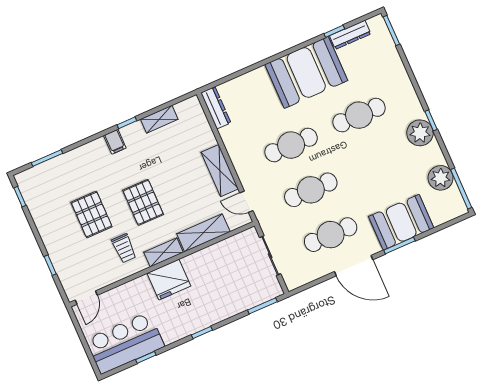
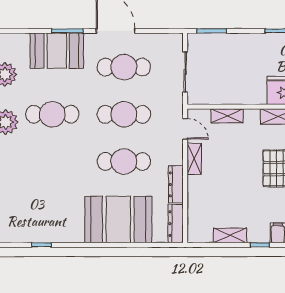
dresser: (350, 35) -> (176, 184), moved, turned -90
booth: (306, 72) -> (118, 220), moved
cafe table: (359, 115) -> (52, 114), moved
shelving: (220, 171) -> (194, 159), width x0.67, depth x0.75
shelving: (203, 233) -> (227, 116), width x0.67, depth x0.75

